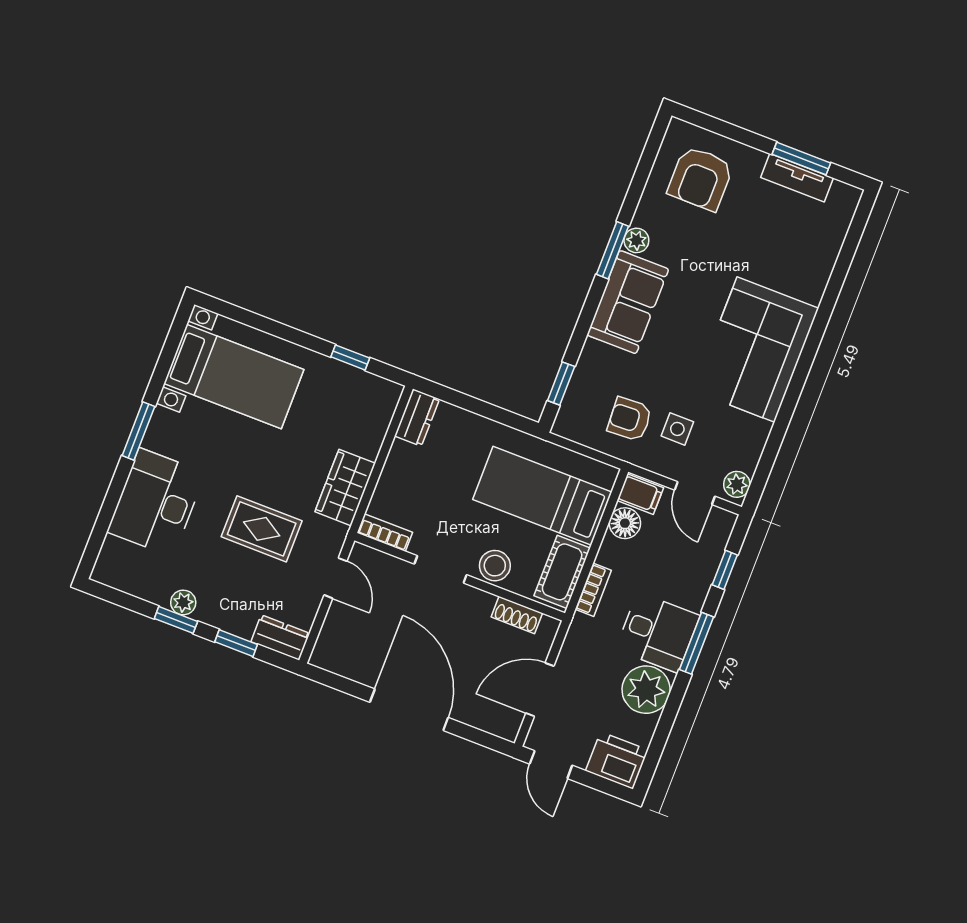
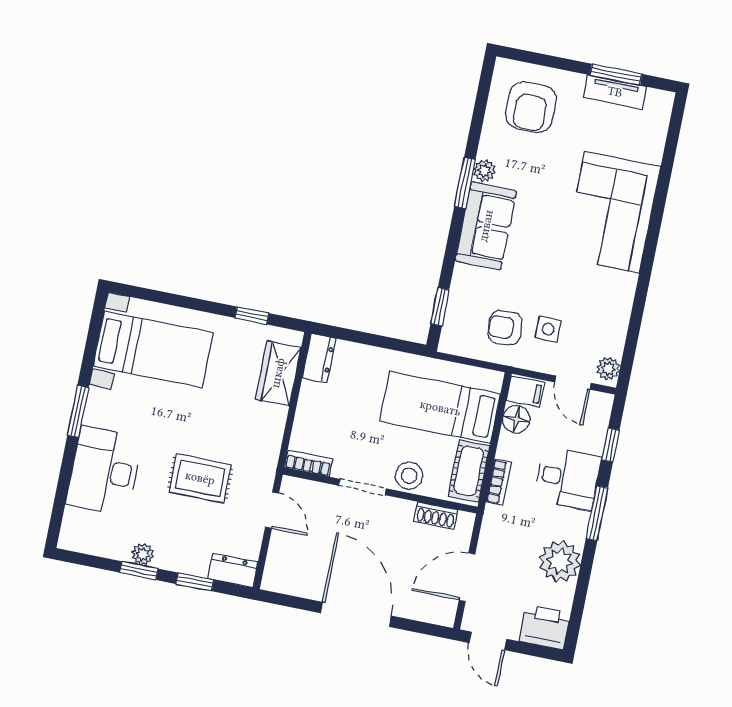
corner sofa: (756, 350) -> (612, 212), moved
wardrobe: (345, 488) -> (278, 373), moved
desk: (658, 632) -> (568, 478), moved

